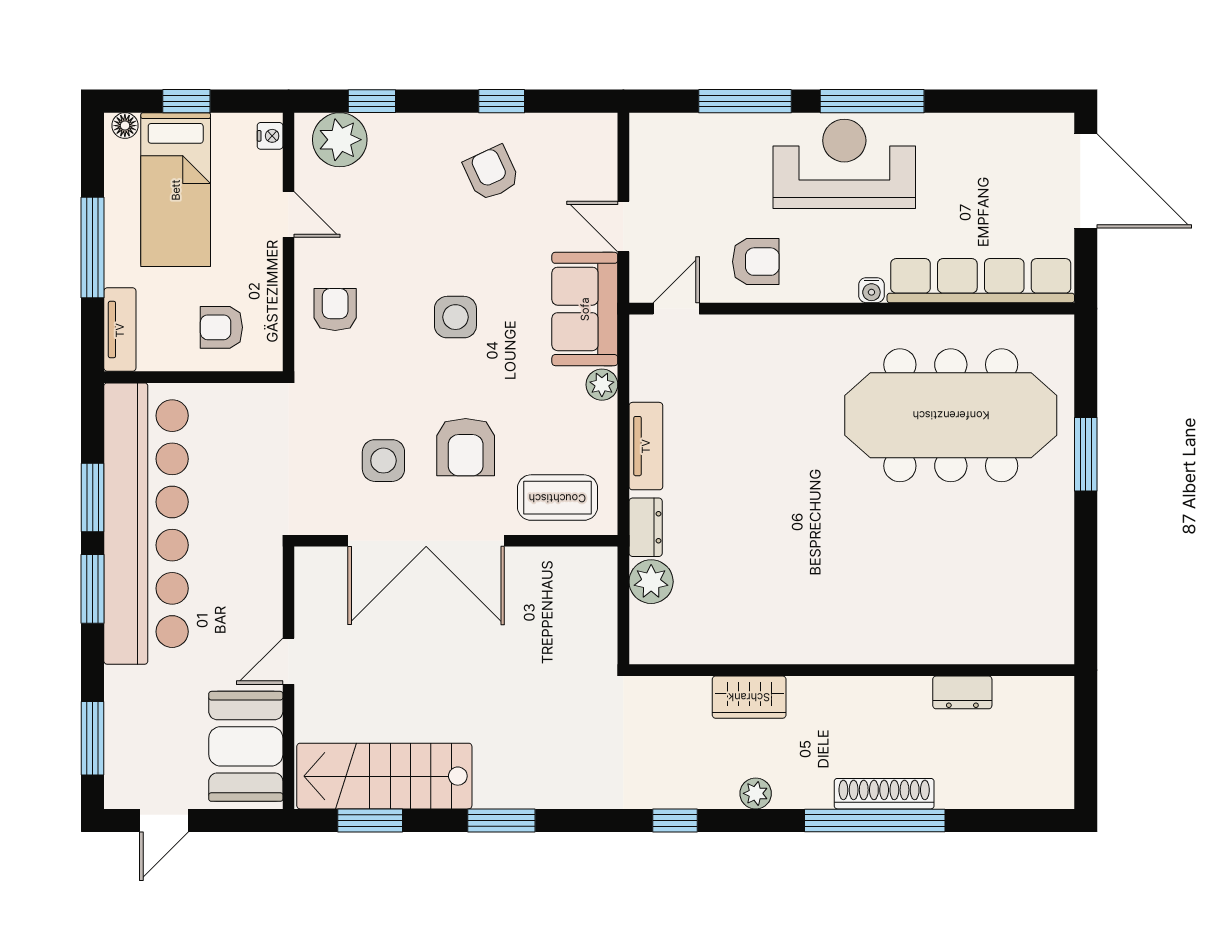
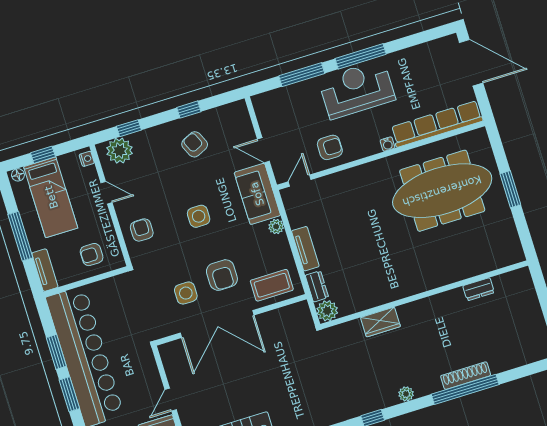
wall: (852, 670) -> (424, 295), moved
dresser: (962, 692) -> (479, 289), moved
wardrobe: (749, 697) -> (380, 322), moved

